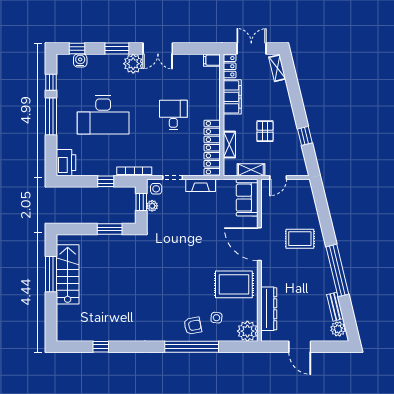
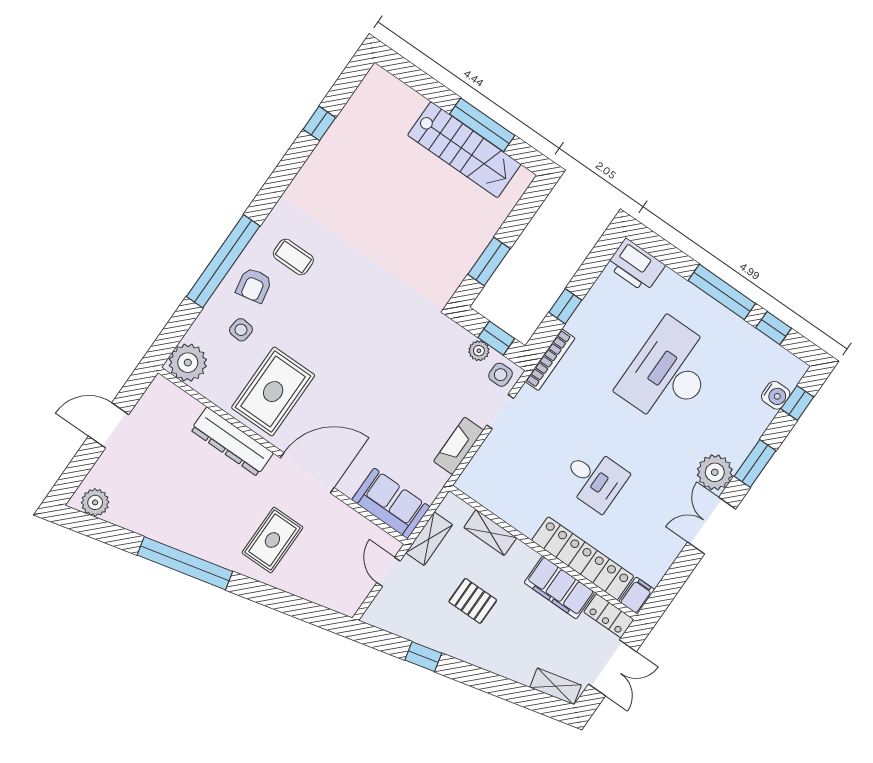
locker: (212, 148) -> (583, 558), moved
bench: (335, 307) -> (132, 521), removed
dresser: (269, 309) -> (232, 442), moved
coffee table: (168, 317) -> (293, 257), added

